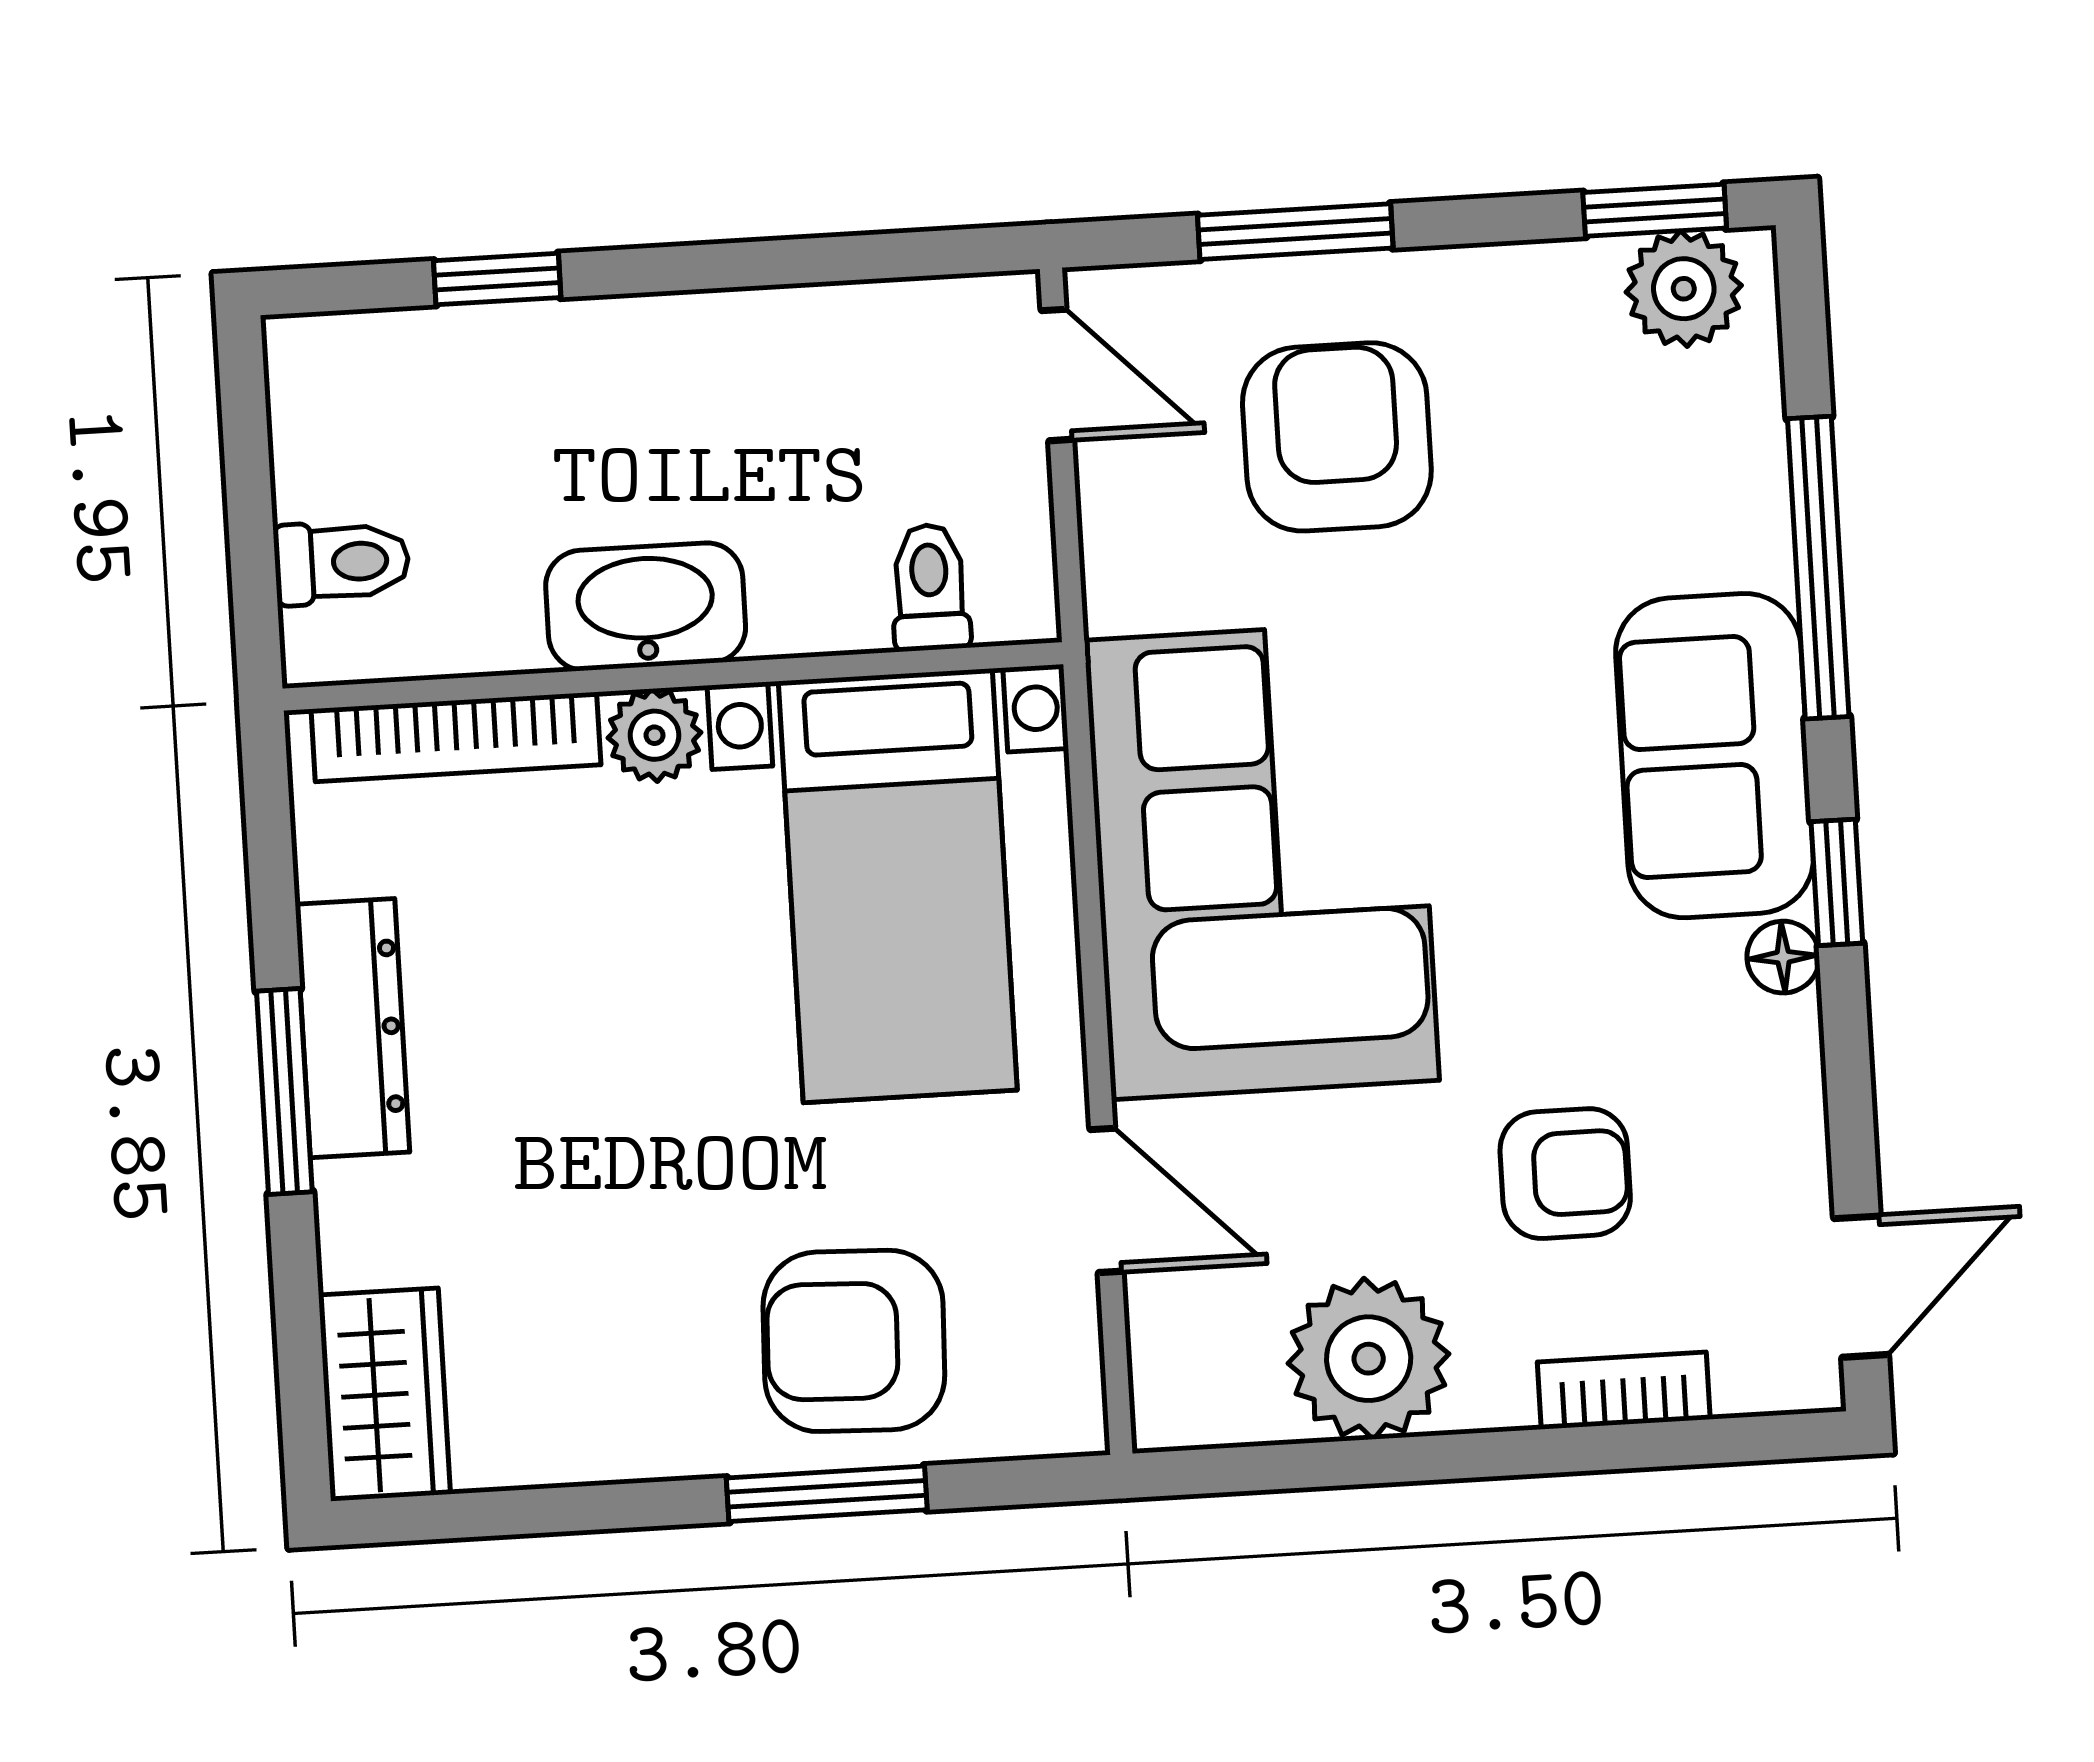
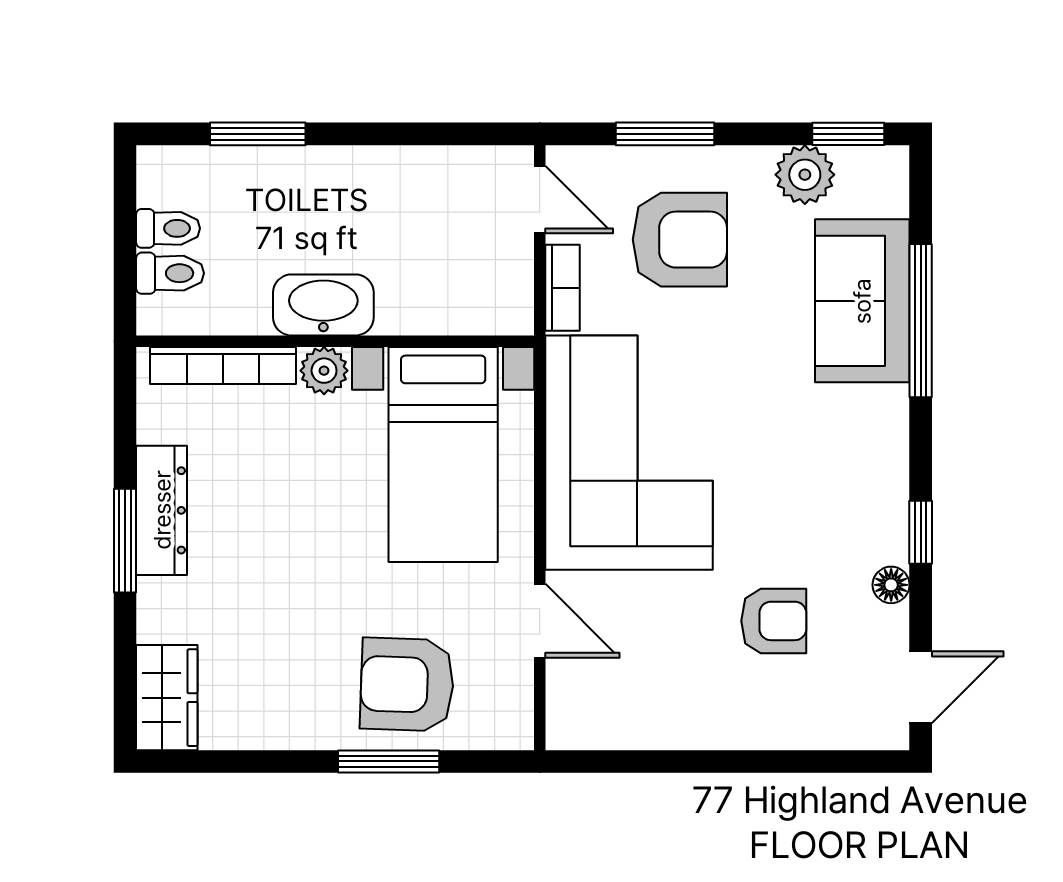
window: (497, 279) -> (258, 134), width x1.50
plant: (1684, 289) -> (805, 175), moved
armchair: (1337, 437) -> (680, 240), turned 90
toilet: (930, 587) -> (168, 228), moved, turned 90
sofa: (1714, 756) -> (862, 301), moved
window: (1837, 882) -> (921, 532), moved
floor lamp: (1783, 957) -> (891, 585), moved
plant: (1369, 1359) -> (668, 709), removed
bookcase: (1624, 1391) -> (562, 288), moved, turned 90

